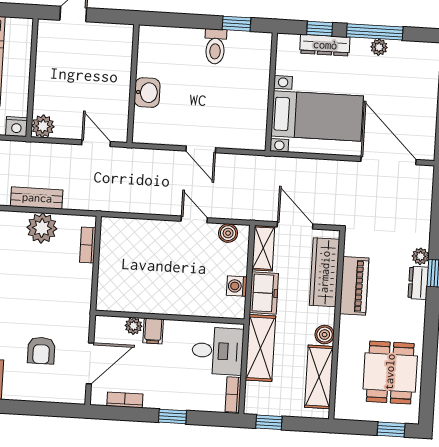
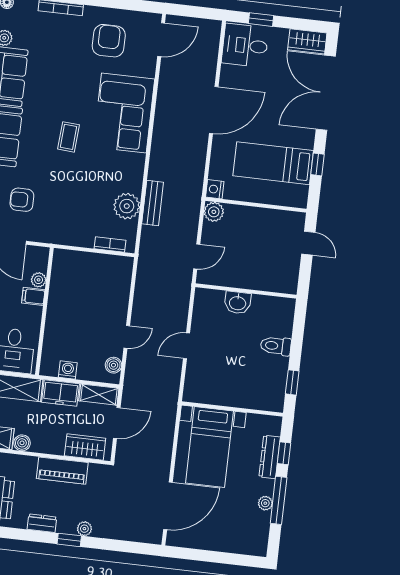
toilet: (215, 46) -> (276, 346), moved
wardrobe: (325, 272) -> (85, 447), width x0.67
dresser: (418, 283) -> (42, 523), moved

